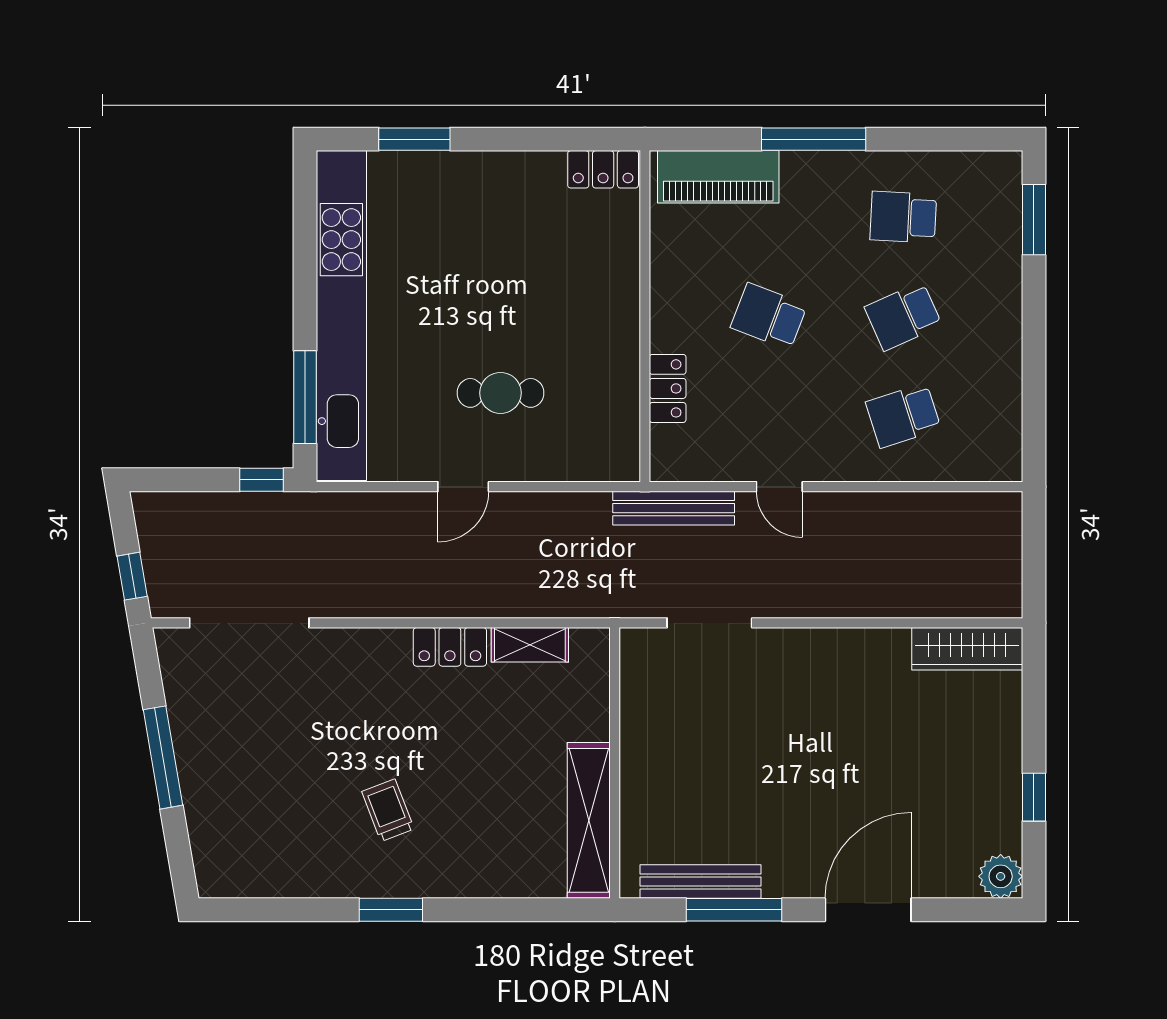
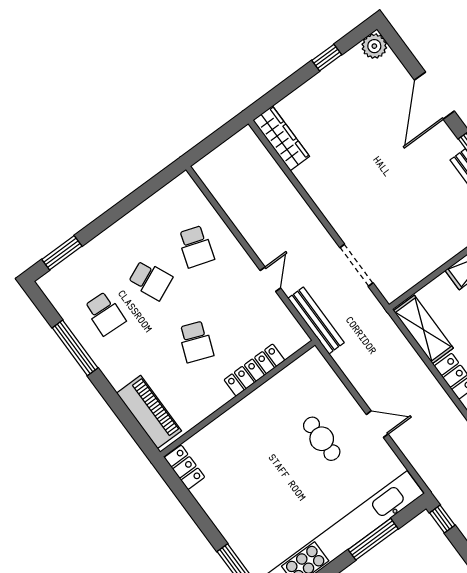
window: (814, 139) -> (75, 348), moved
locker: (668, 388) -> (254, 370), width x1.53
window: (305, 397) -> (373, 539), moved
school desk: (903, 415) -> (196, 247), turned 36
shelving: (530, 645) -> (423, 329), width x1.50, depth x1.33
door: (868, 910) -> (434, 96), hinge flipped

